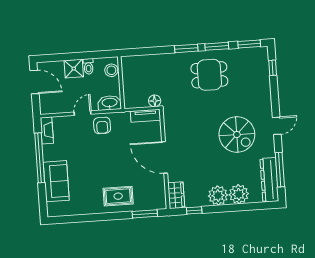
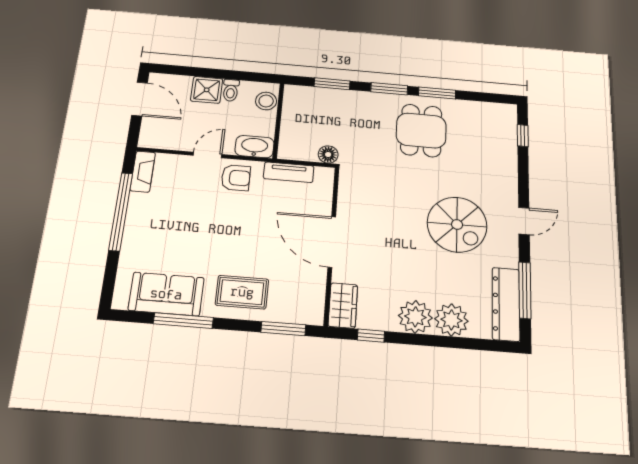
window: (249, 44) -> (332, 84), moved
dining table: (209, 75) -> (421, 130), turned 90
tv unit: (145, 116) -> (289, 172), moved
armchair: (102, 125) -> (236, 178), turned -90
sofa: (56, 181) -> (166, 294), moved, turned -90
window: (89, 218) -> (183, 321), added

